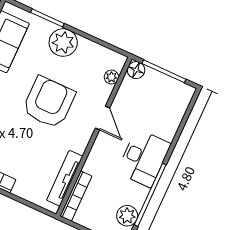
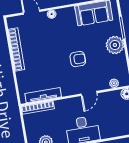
armchair: (49, 102) -> (78, 59), width x0.53, depth x0.53

